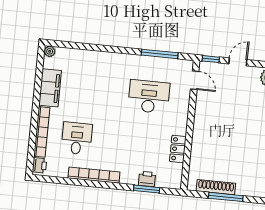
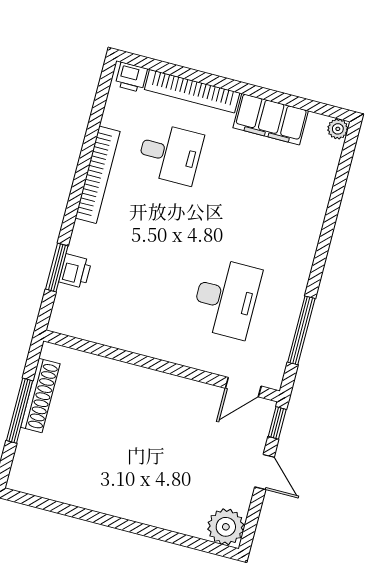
locker: (178, 149) -> (121, 336), removed

